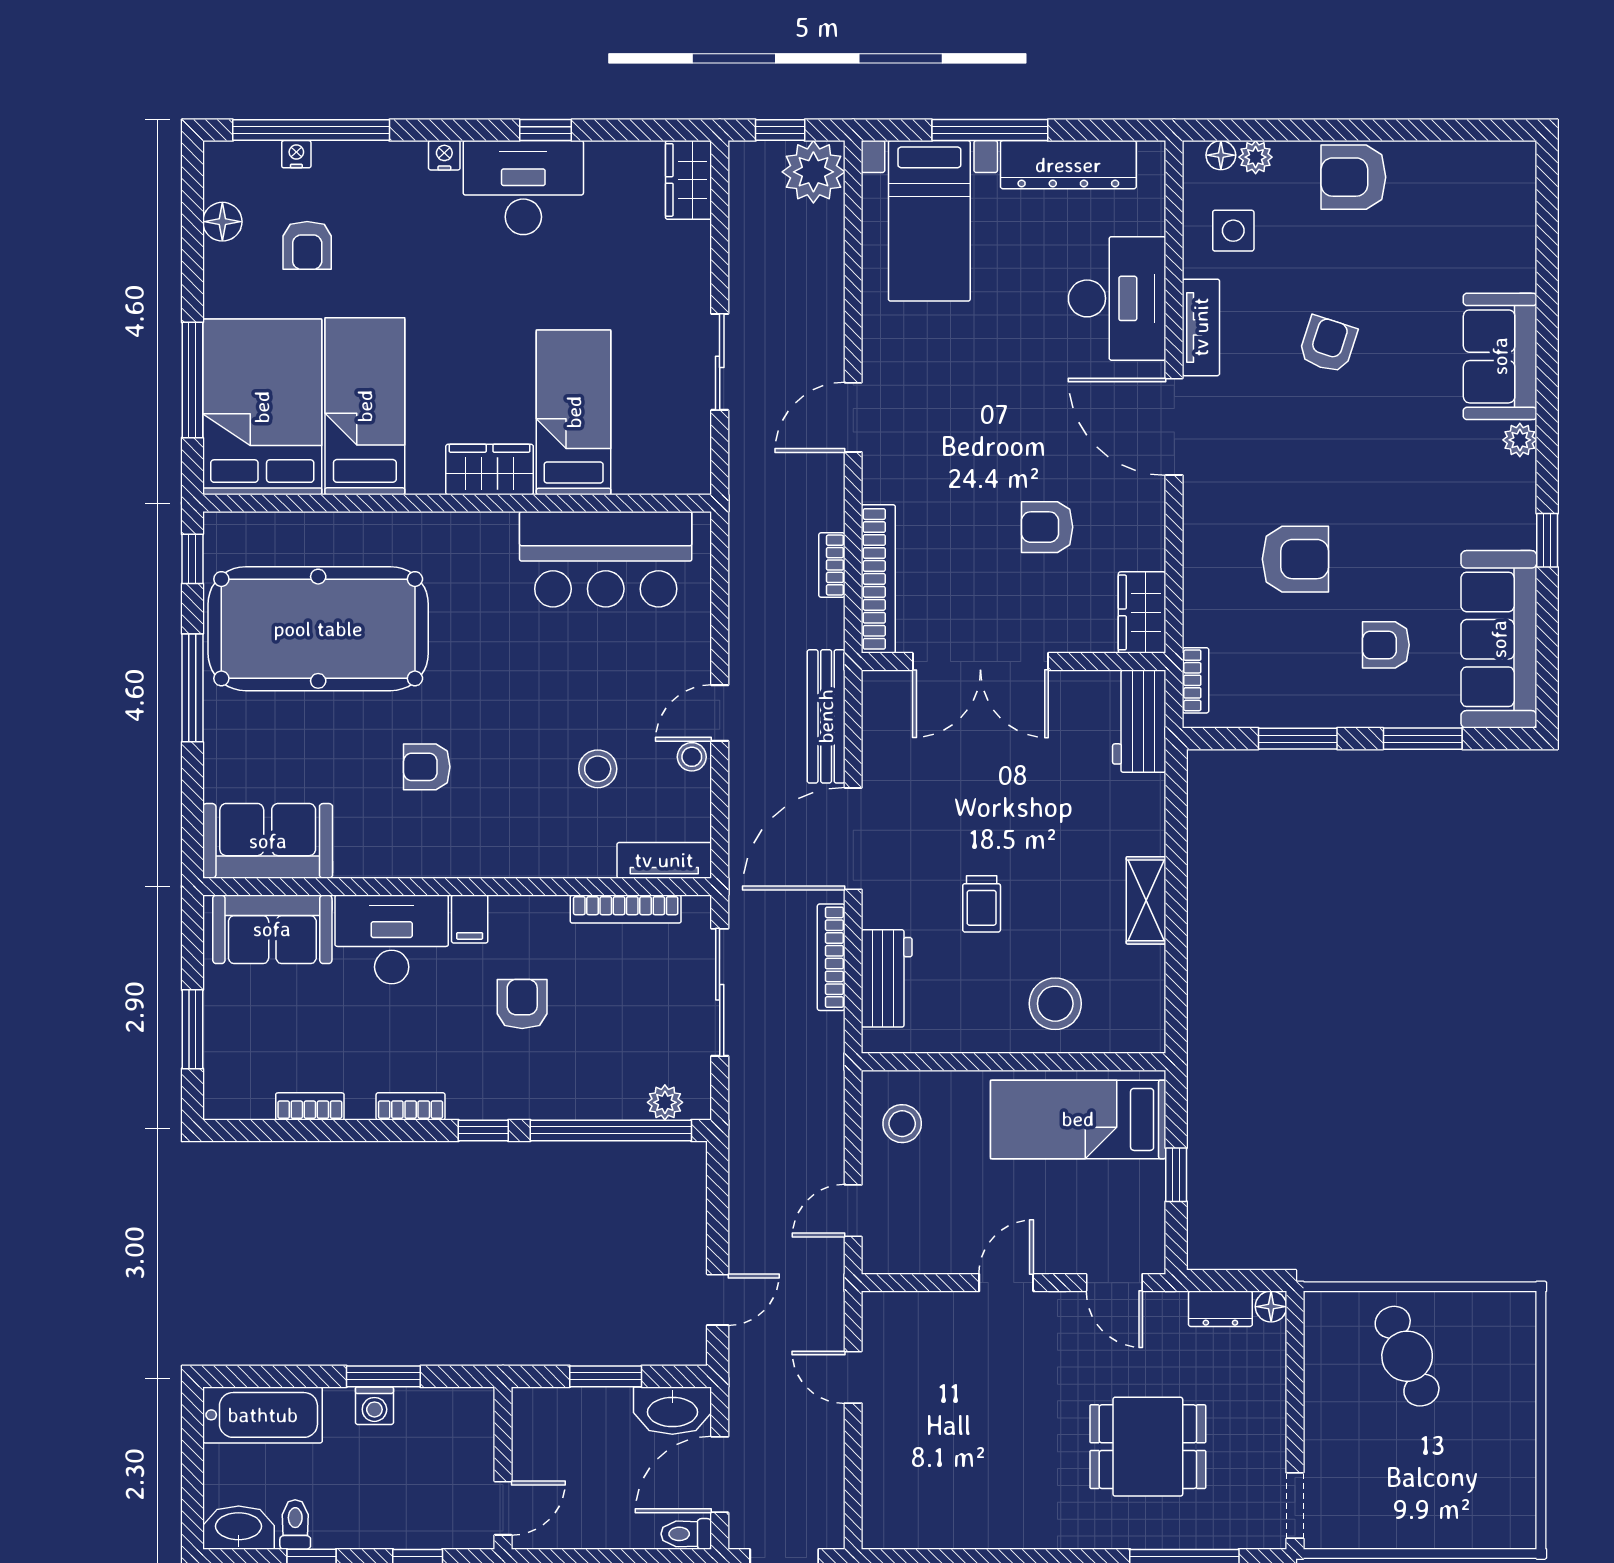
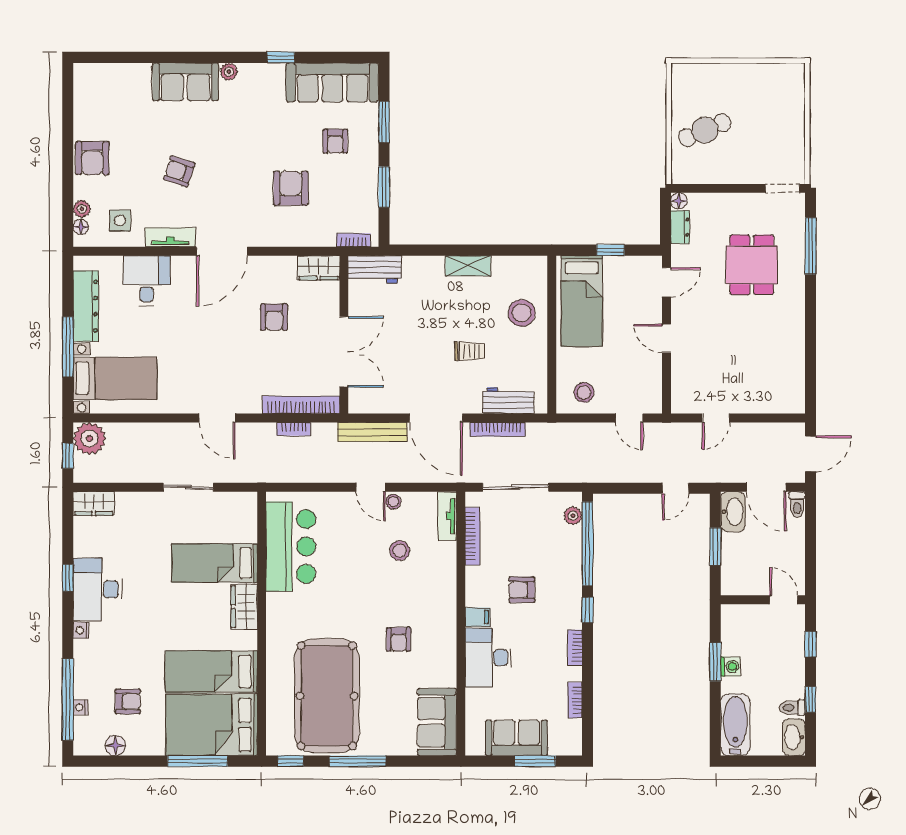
desk: (1117, 298) -> (147, 281), width x0.73
sofa: (272, 929) -> (517, 738), moved, turned -90
door: (718, 1300) -> (675, 488), swing flipped

